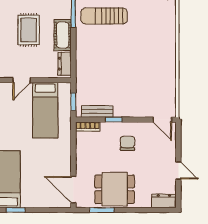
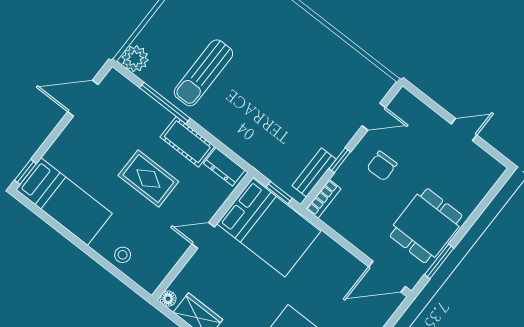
door: (22, 80) -> (203, 235), swing flipped
bed: (45, 110) -> (269, 227), width x1.50
door: (162, 120) -> (374, 117), moved
chair: (127, 143) -> (382, 166), turned -92
dresser: (164, 201) -> (488, 176), removed

